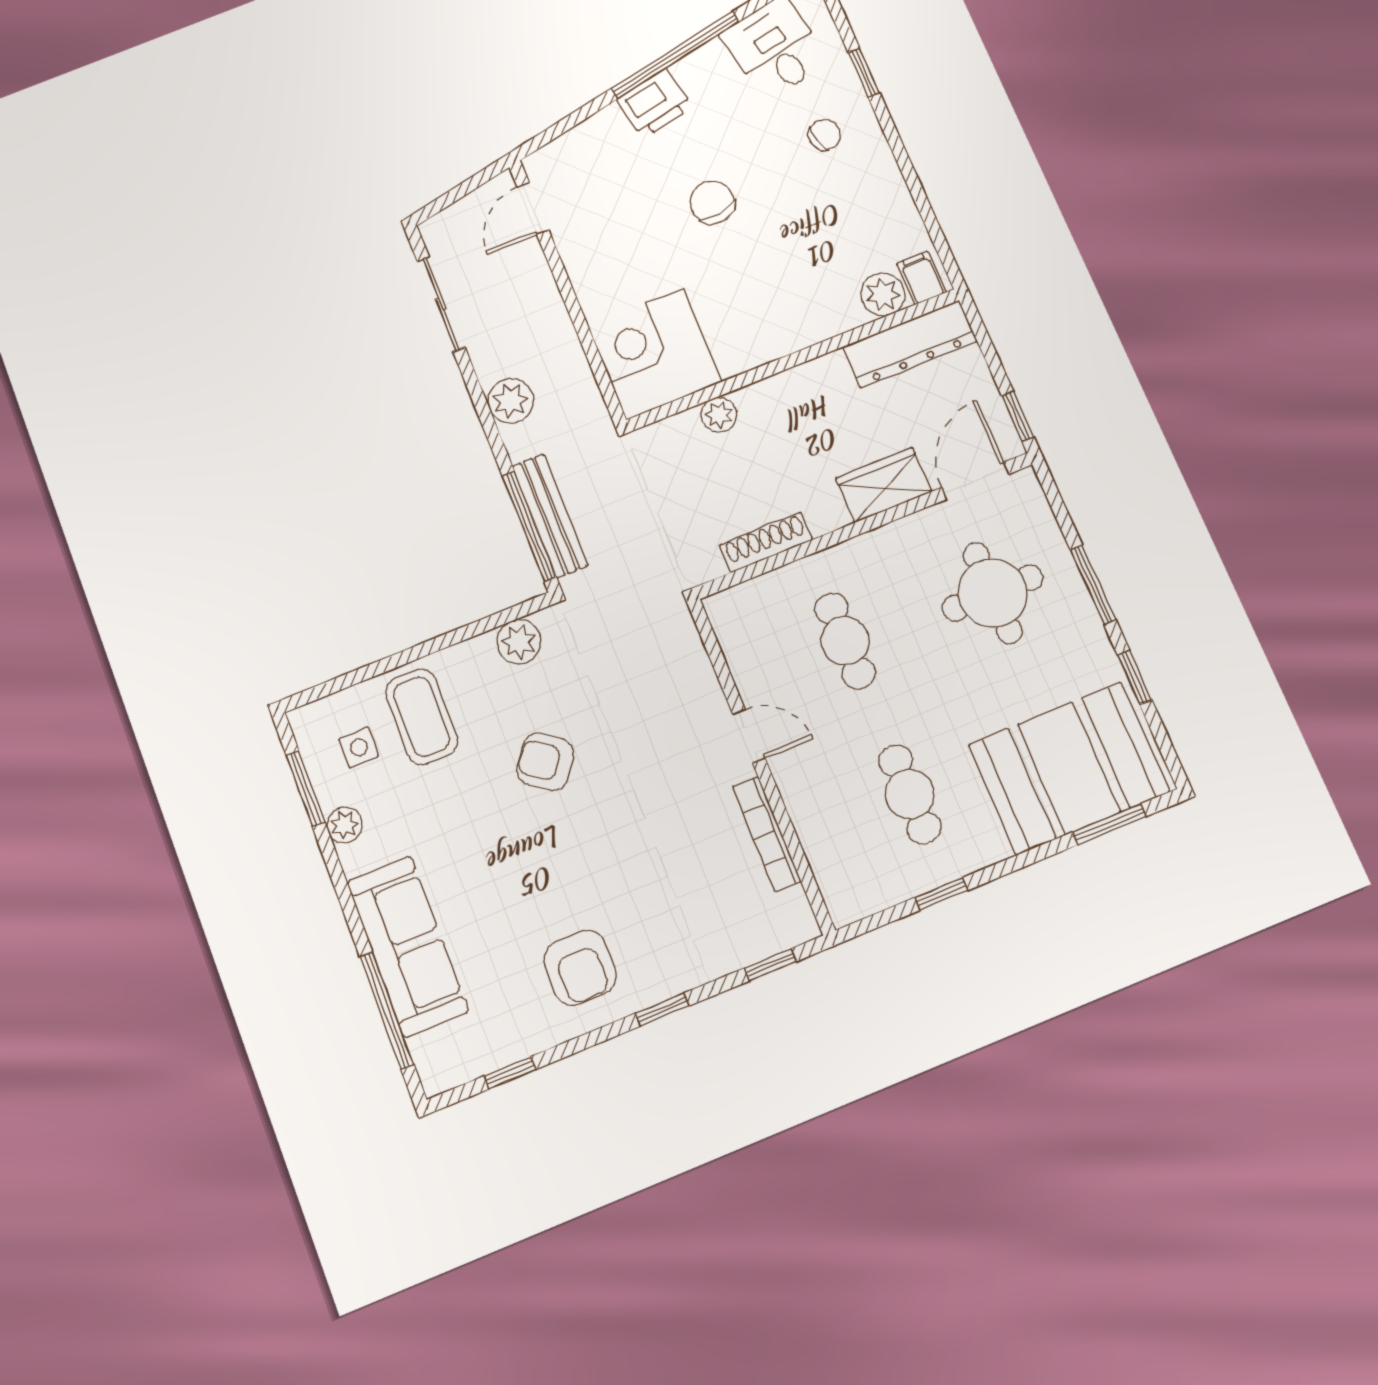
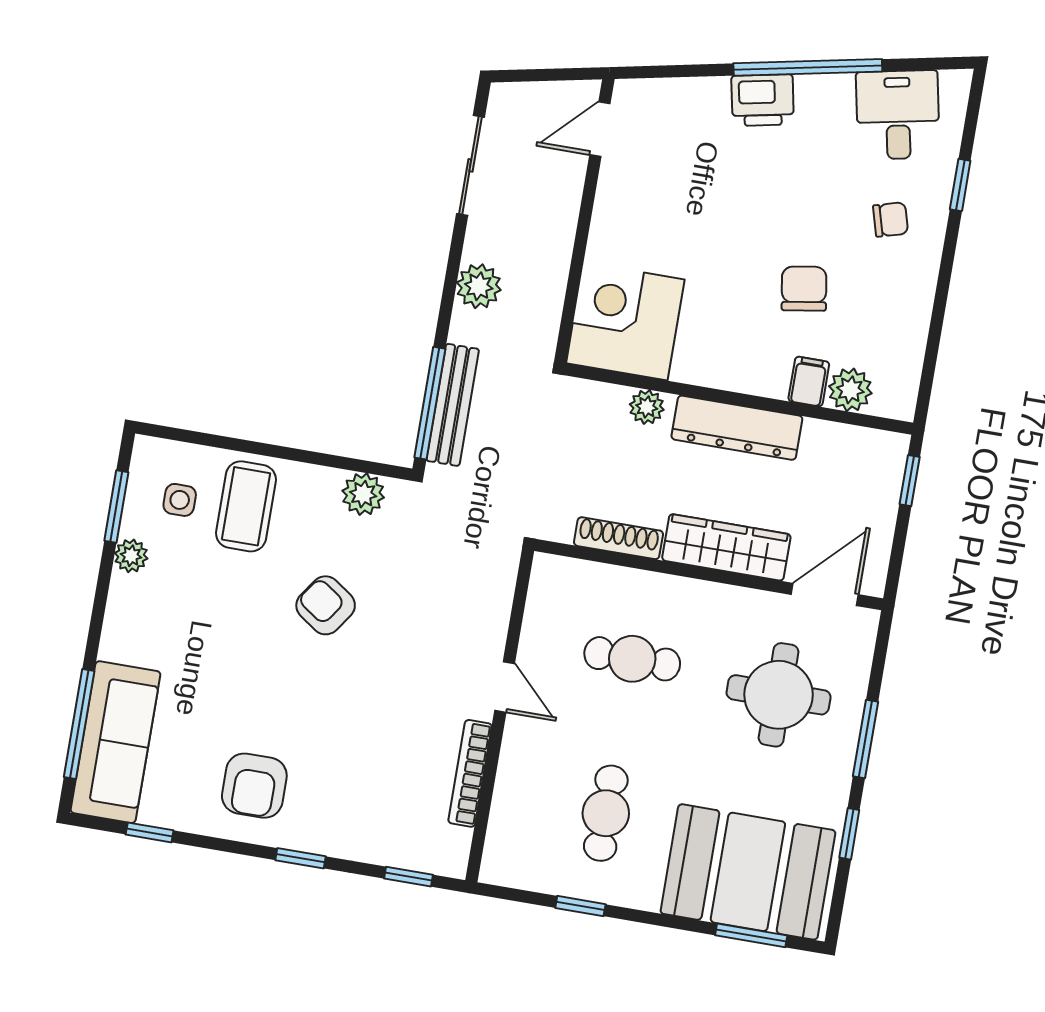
chair: (712, 203) -> (804, 289), moved
filing cabinet: (921, 278) -> (809, 382), moved
dresser: (910, 344) -> (737, 428), moved
window: (1018, 416) -> (910, 481), moved
wardrobe: (884, 485) -> (726, 547), width x1.50
cafe table: (845, 641) -> (632, 659), turned 90
sofa: (407, 946) -> (116, 742), moved

